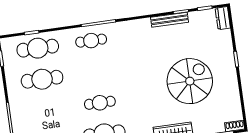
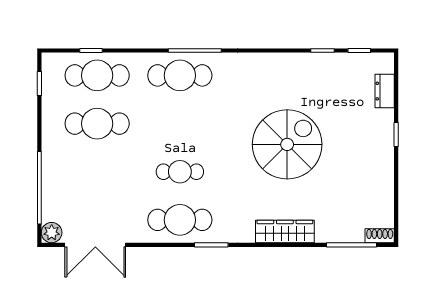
dresser: (223, 18) -> (385, 91), moved
bench: (170, 20) -> (303, 60), removed
cafe table: (91, 41) -> (180, 75), width x1.37, depth x1.35
spiral stairs: (190, 81) -> (287, 144), moved

